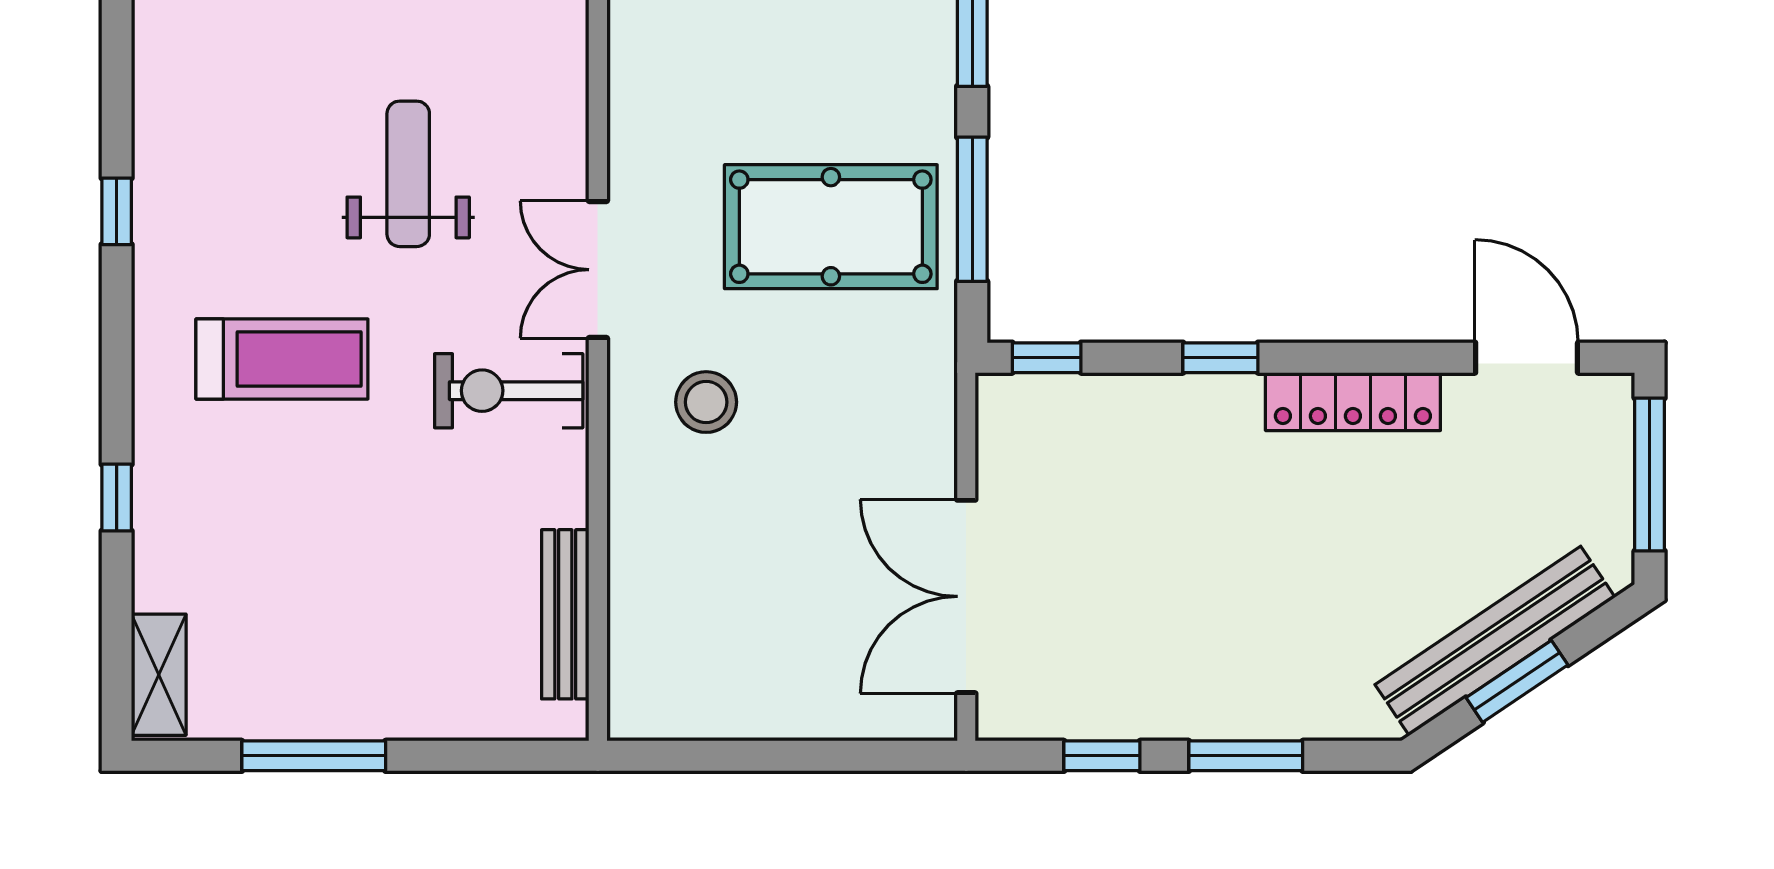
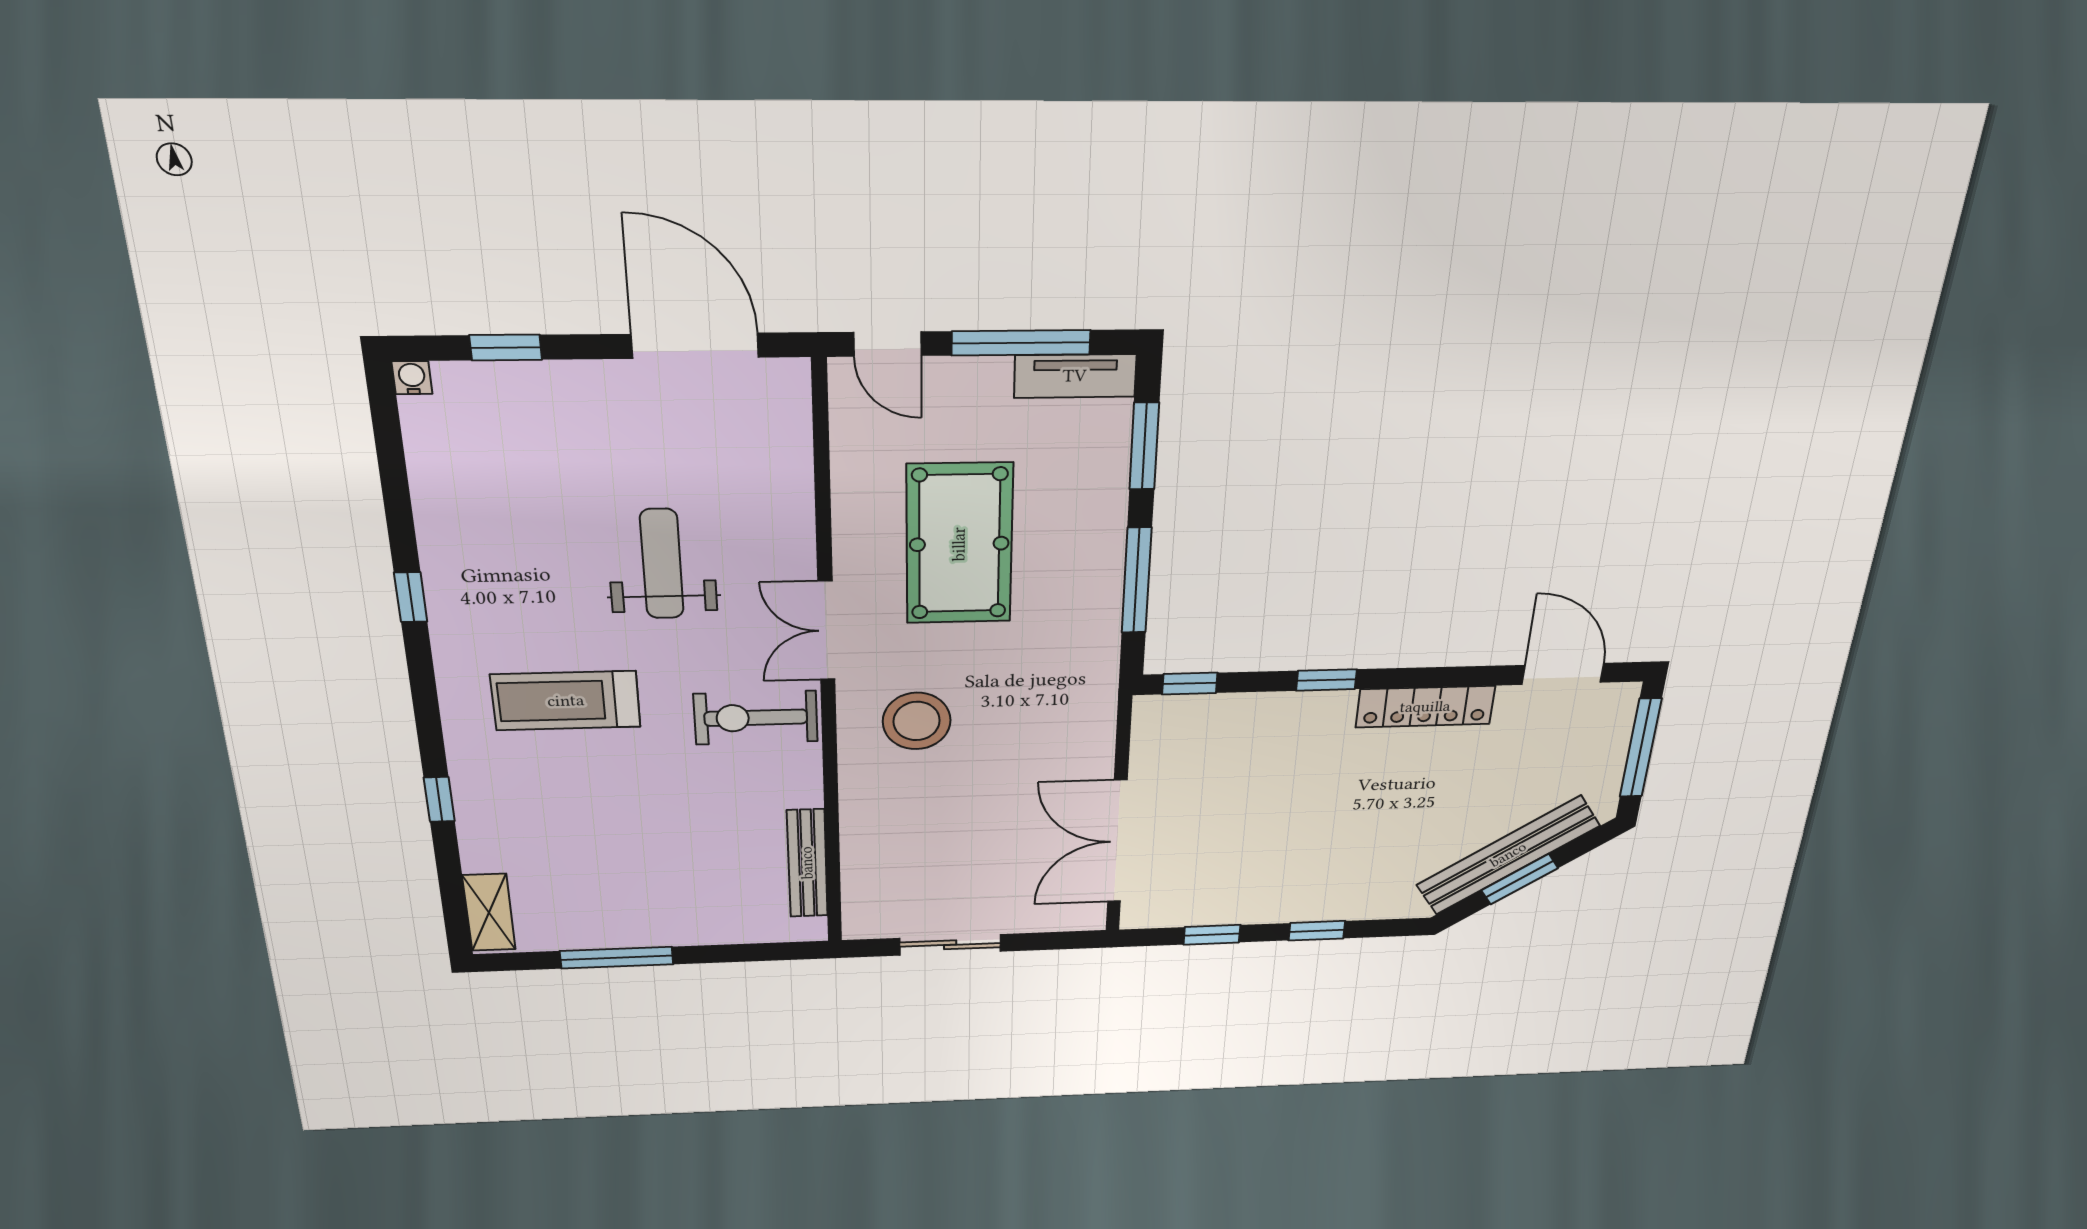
pool table: (831, 227) -> (959, 544), moved, turned 90
treadmill: (282, 359) -> (566, 701), turned 180
stool: (706, 402) -> (917, 721), width x1.38, depth x1.38
sliding door: (750, 756) -> (950, 945), added
window: (1246, 756) -> (1317, 931), width x0.67

